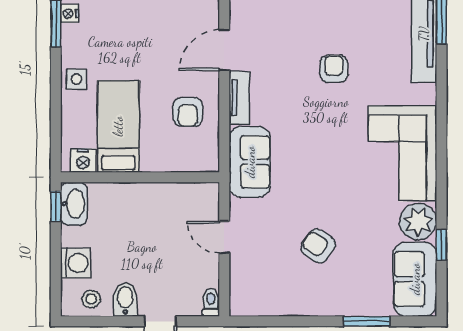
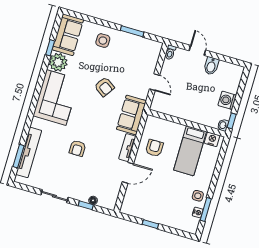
side table: (76, 79) -> (198, 196), moved
washbasin: (74, 204) -> (223, 125), width x0.52, depth x0.69
armchair: (318, 246) -> (104, 87), moved
washing machine: (76, 263) -> (227, 100), moved
side table: (345, 288) -> (103, 41), added
stool: (91, 299) -> (228, 71), removed
window: (367, 321) -> (132, 31), moved

